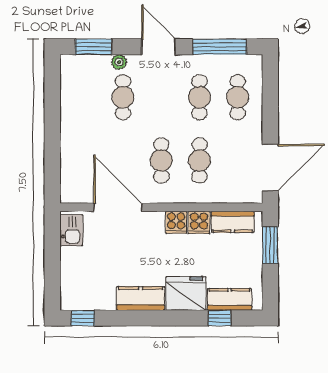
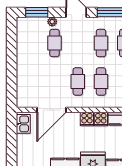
door: (118, 207) -> (51, 110), swing flipped

